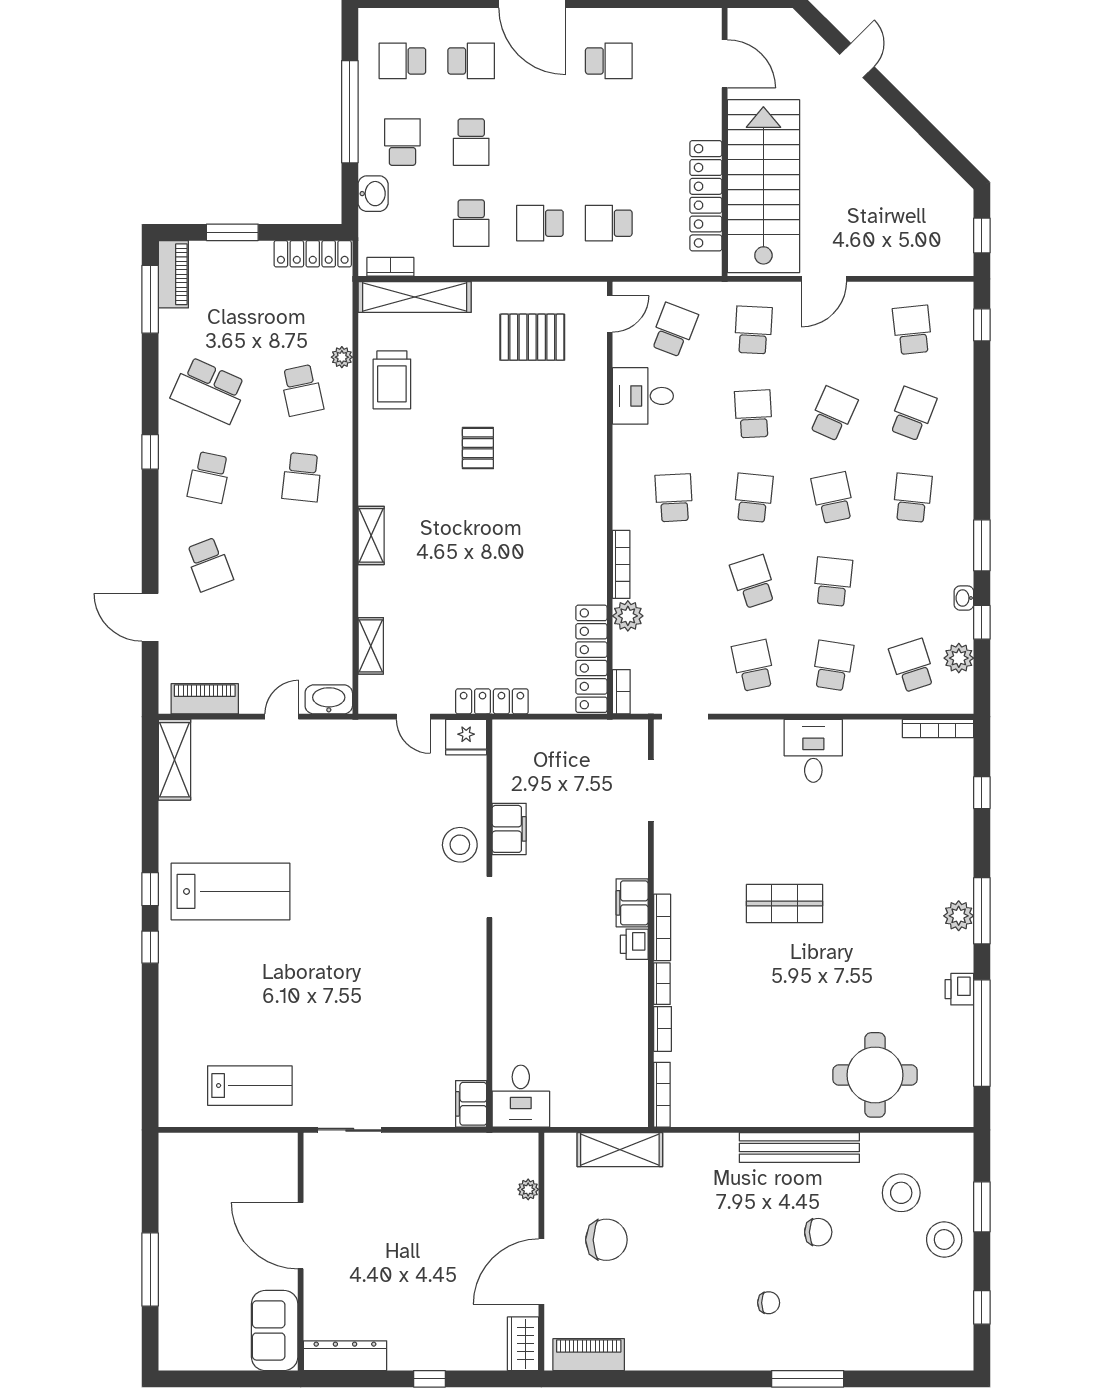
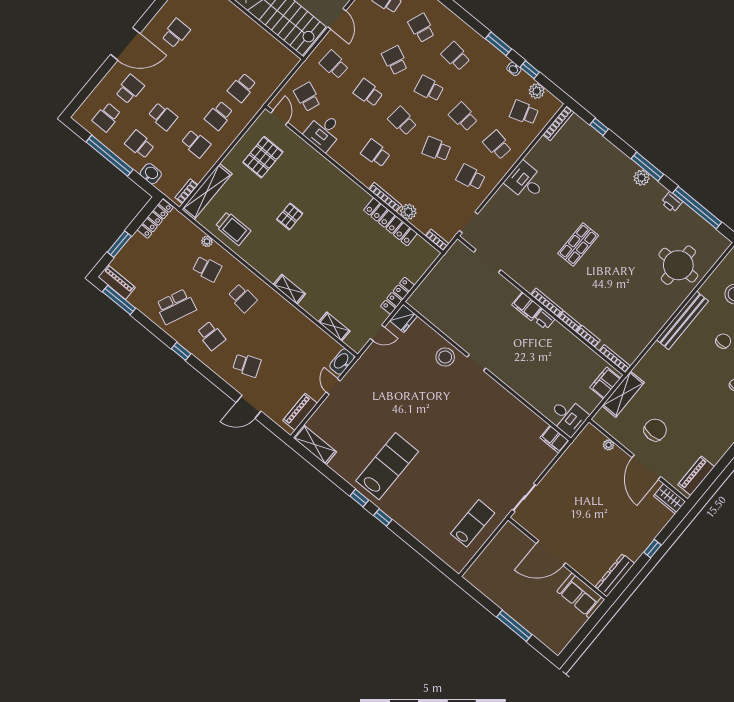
locker: (706, 196) -> (263, 39), removed
pallet: (478, 448) -> (290, 216), turned 90
locker: (591, 659) -> (390, 222), moved
filing cabinet: (509, 829) -> (605, 383), moved, turned -90

